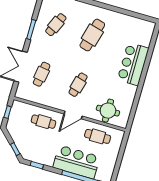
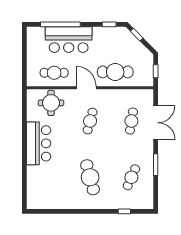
cafe table: (92, 35) -> (90, 177), turned -30
bar counter: (133, 64) -> (39, 143), moved
door: (73, 115) -> (86, 88), hinge flipped
cafe table: (43, 122) -> (115, 72), width x1.37, depth x1.35

